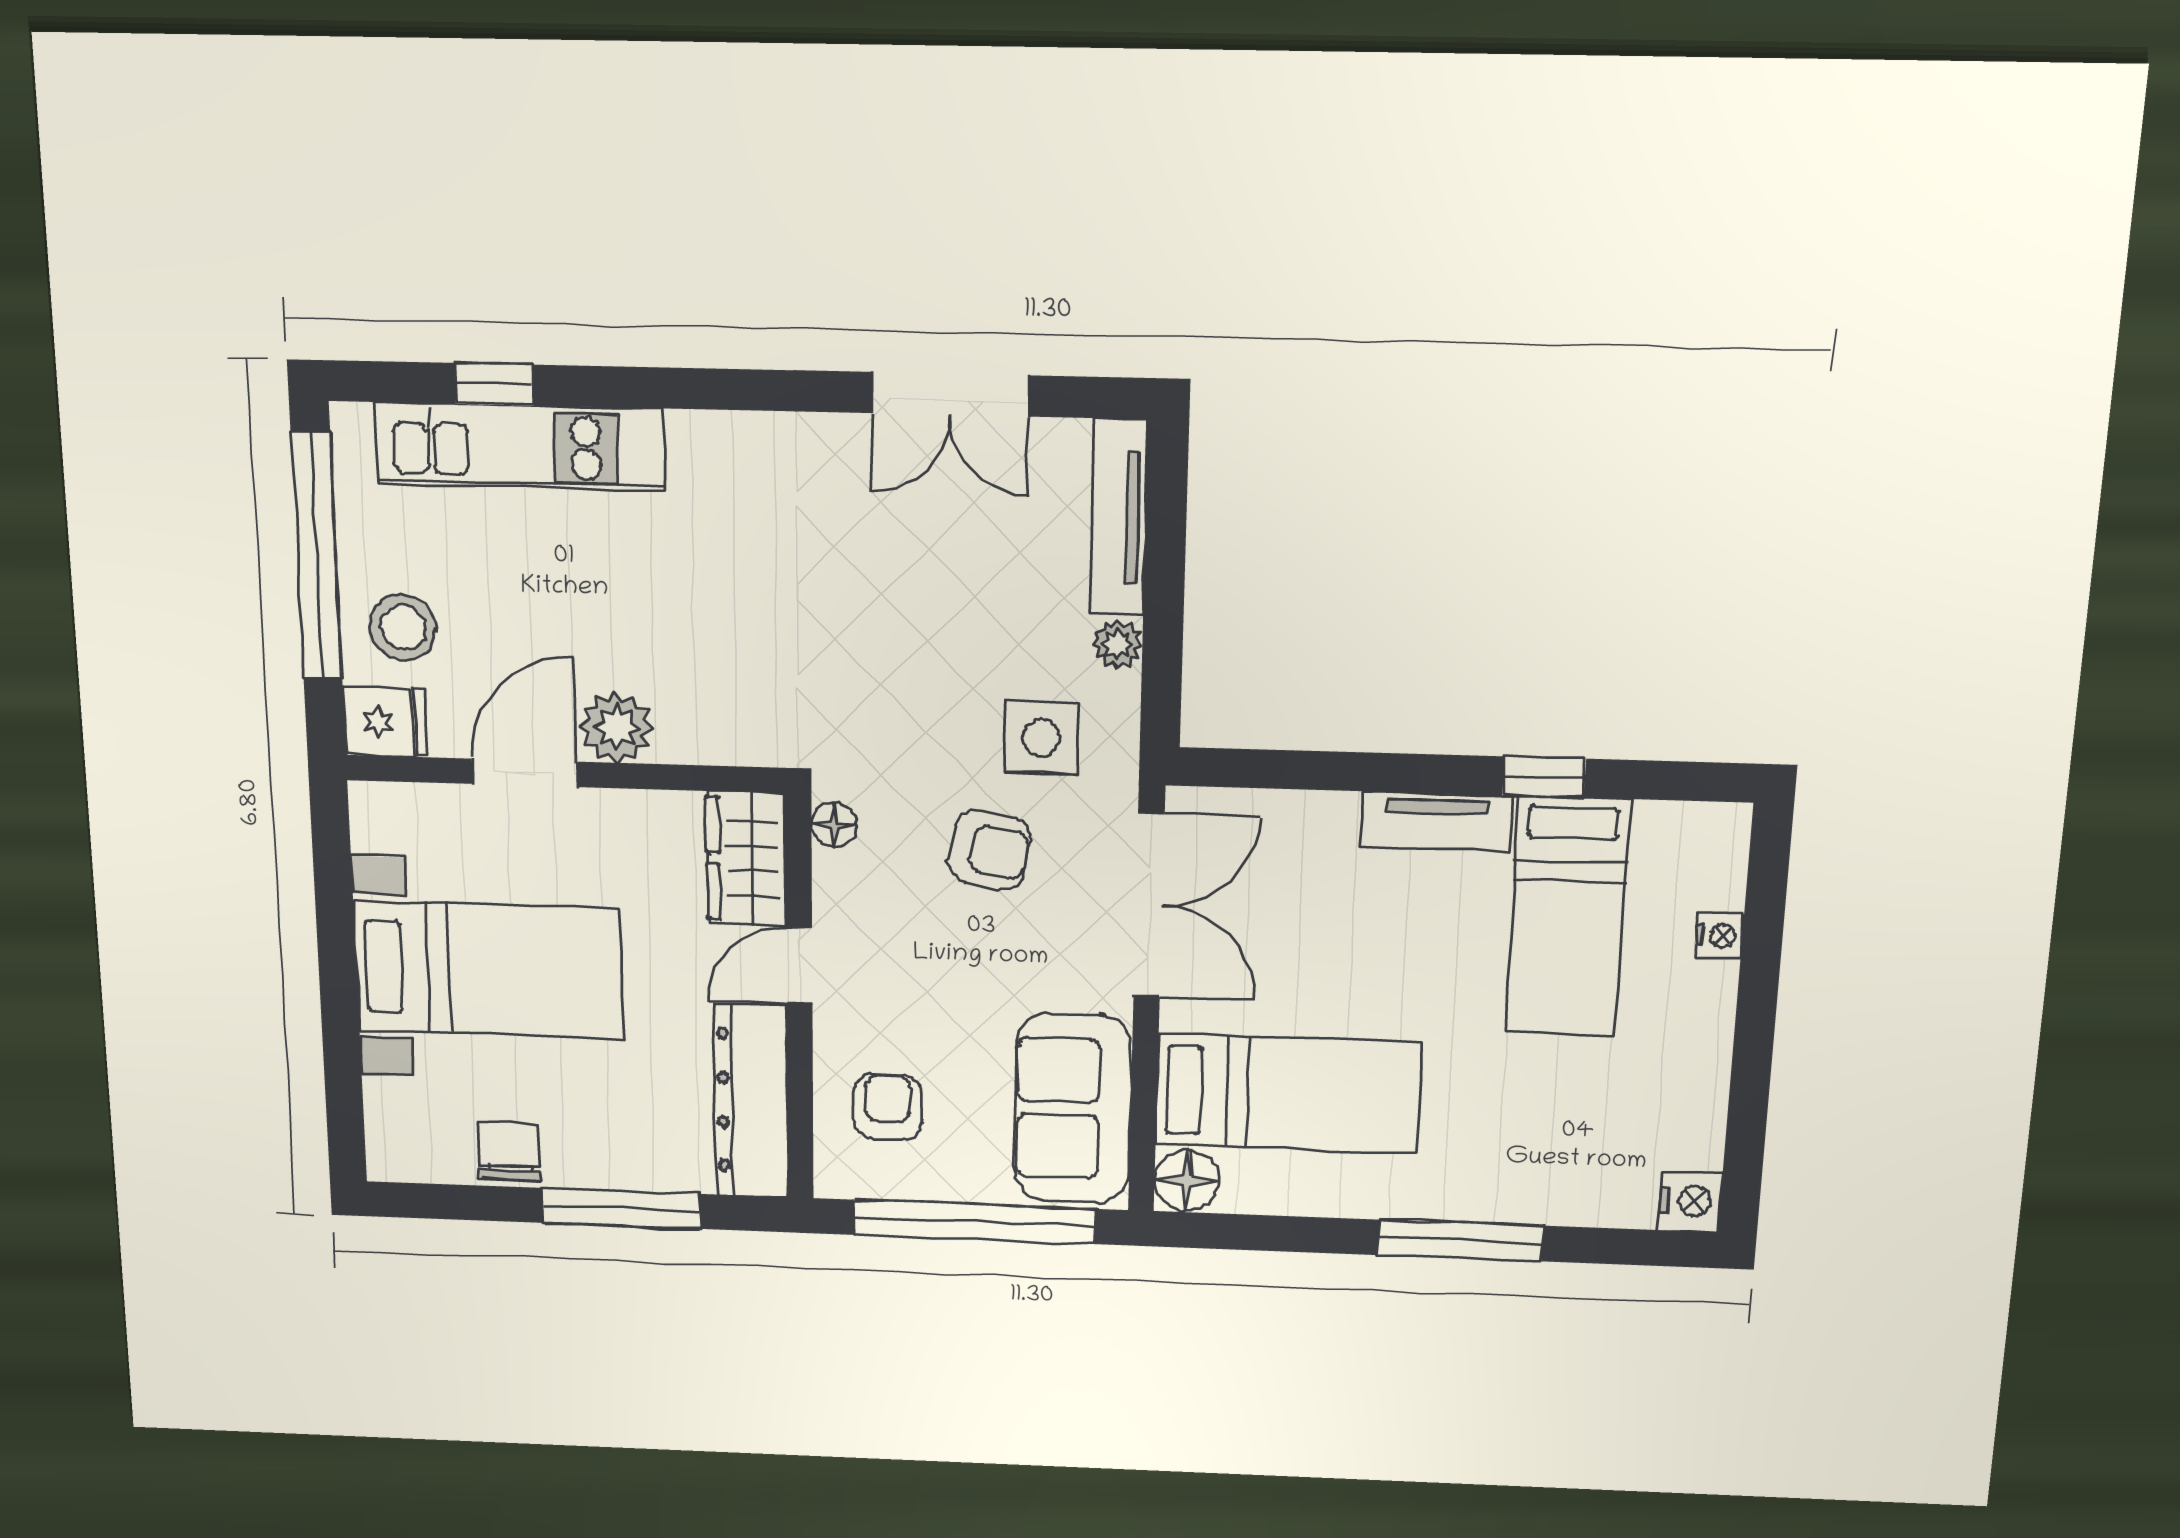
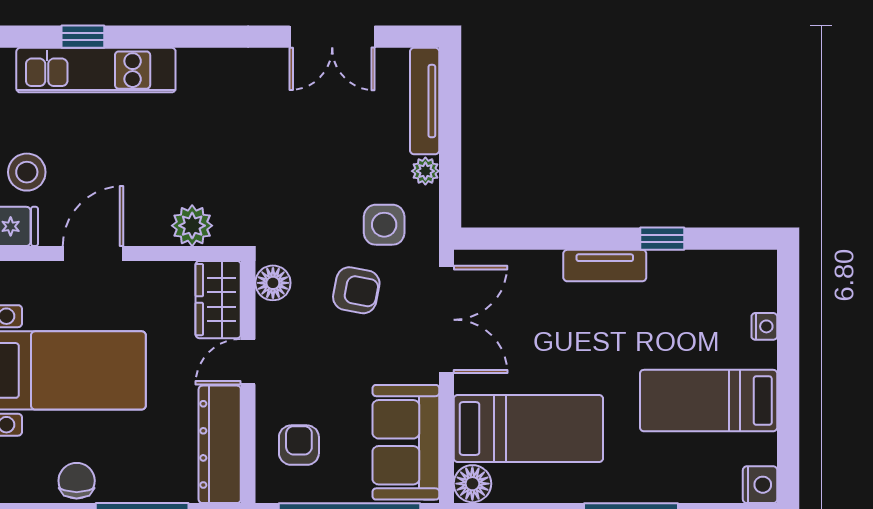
plant: (617, 727) -> (192, 226), moved
floor lamp: (834, 825) -> (273, 283), width x1.37, depth x1.37
bed: (1567, 917) -> (709, 401), moved, turned 90

